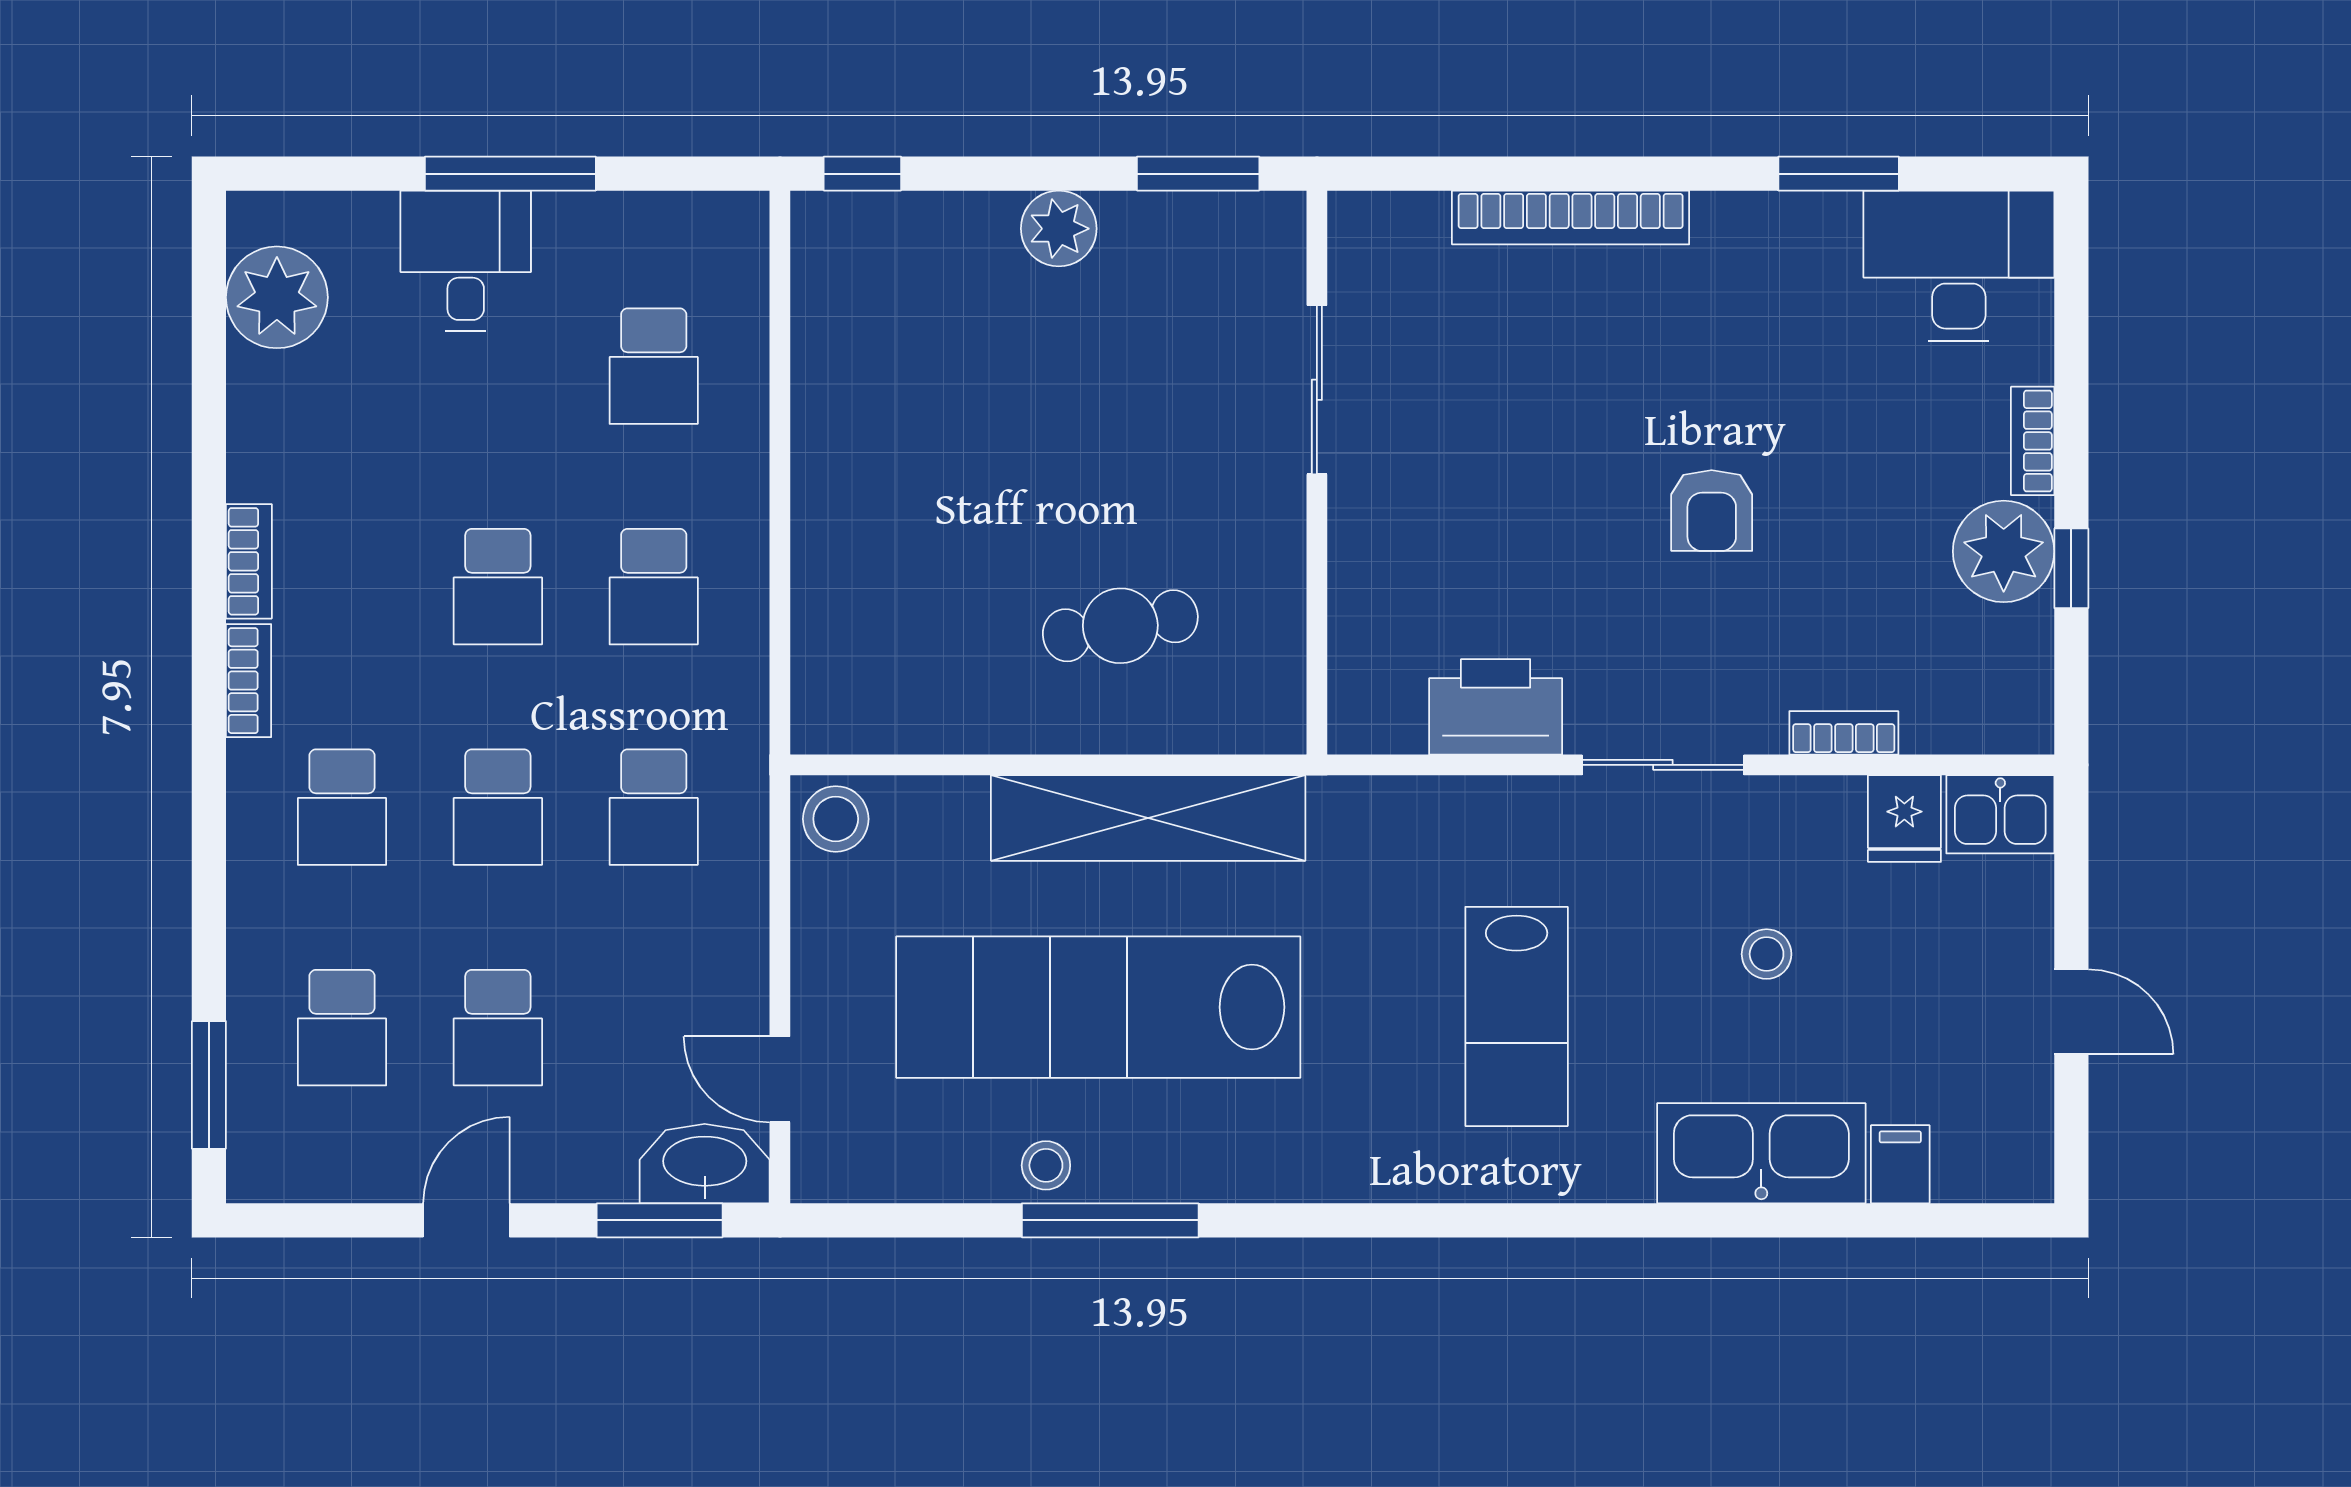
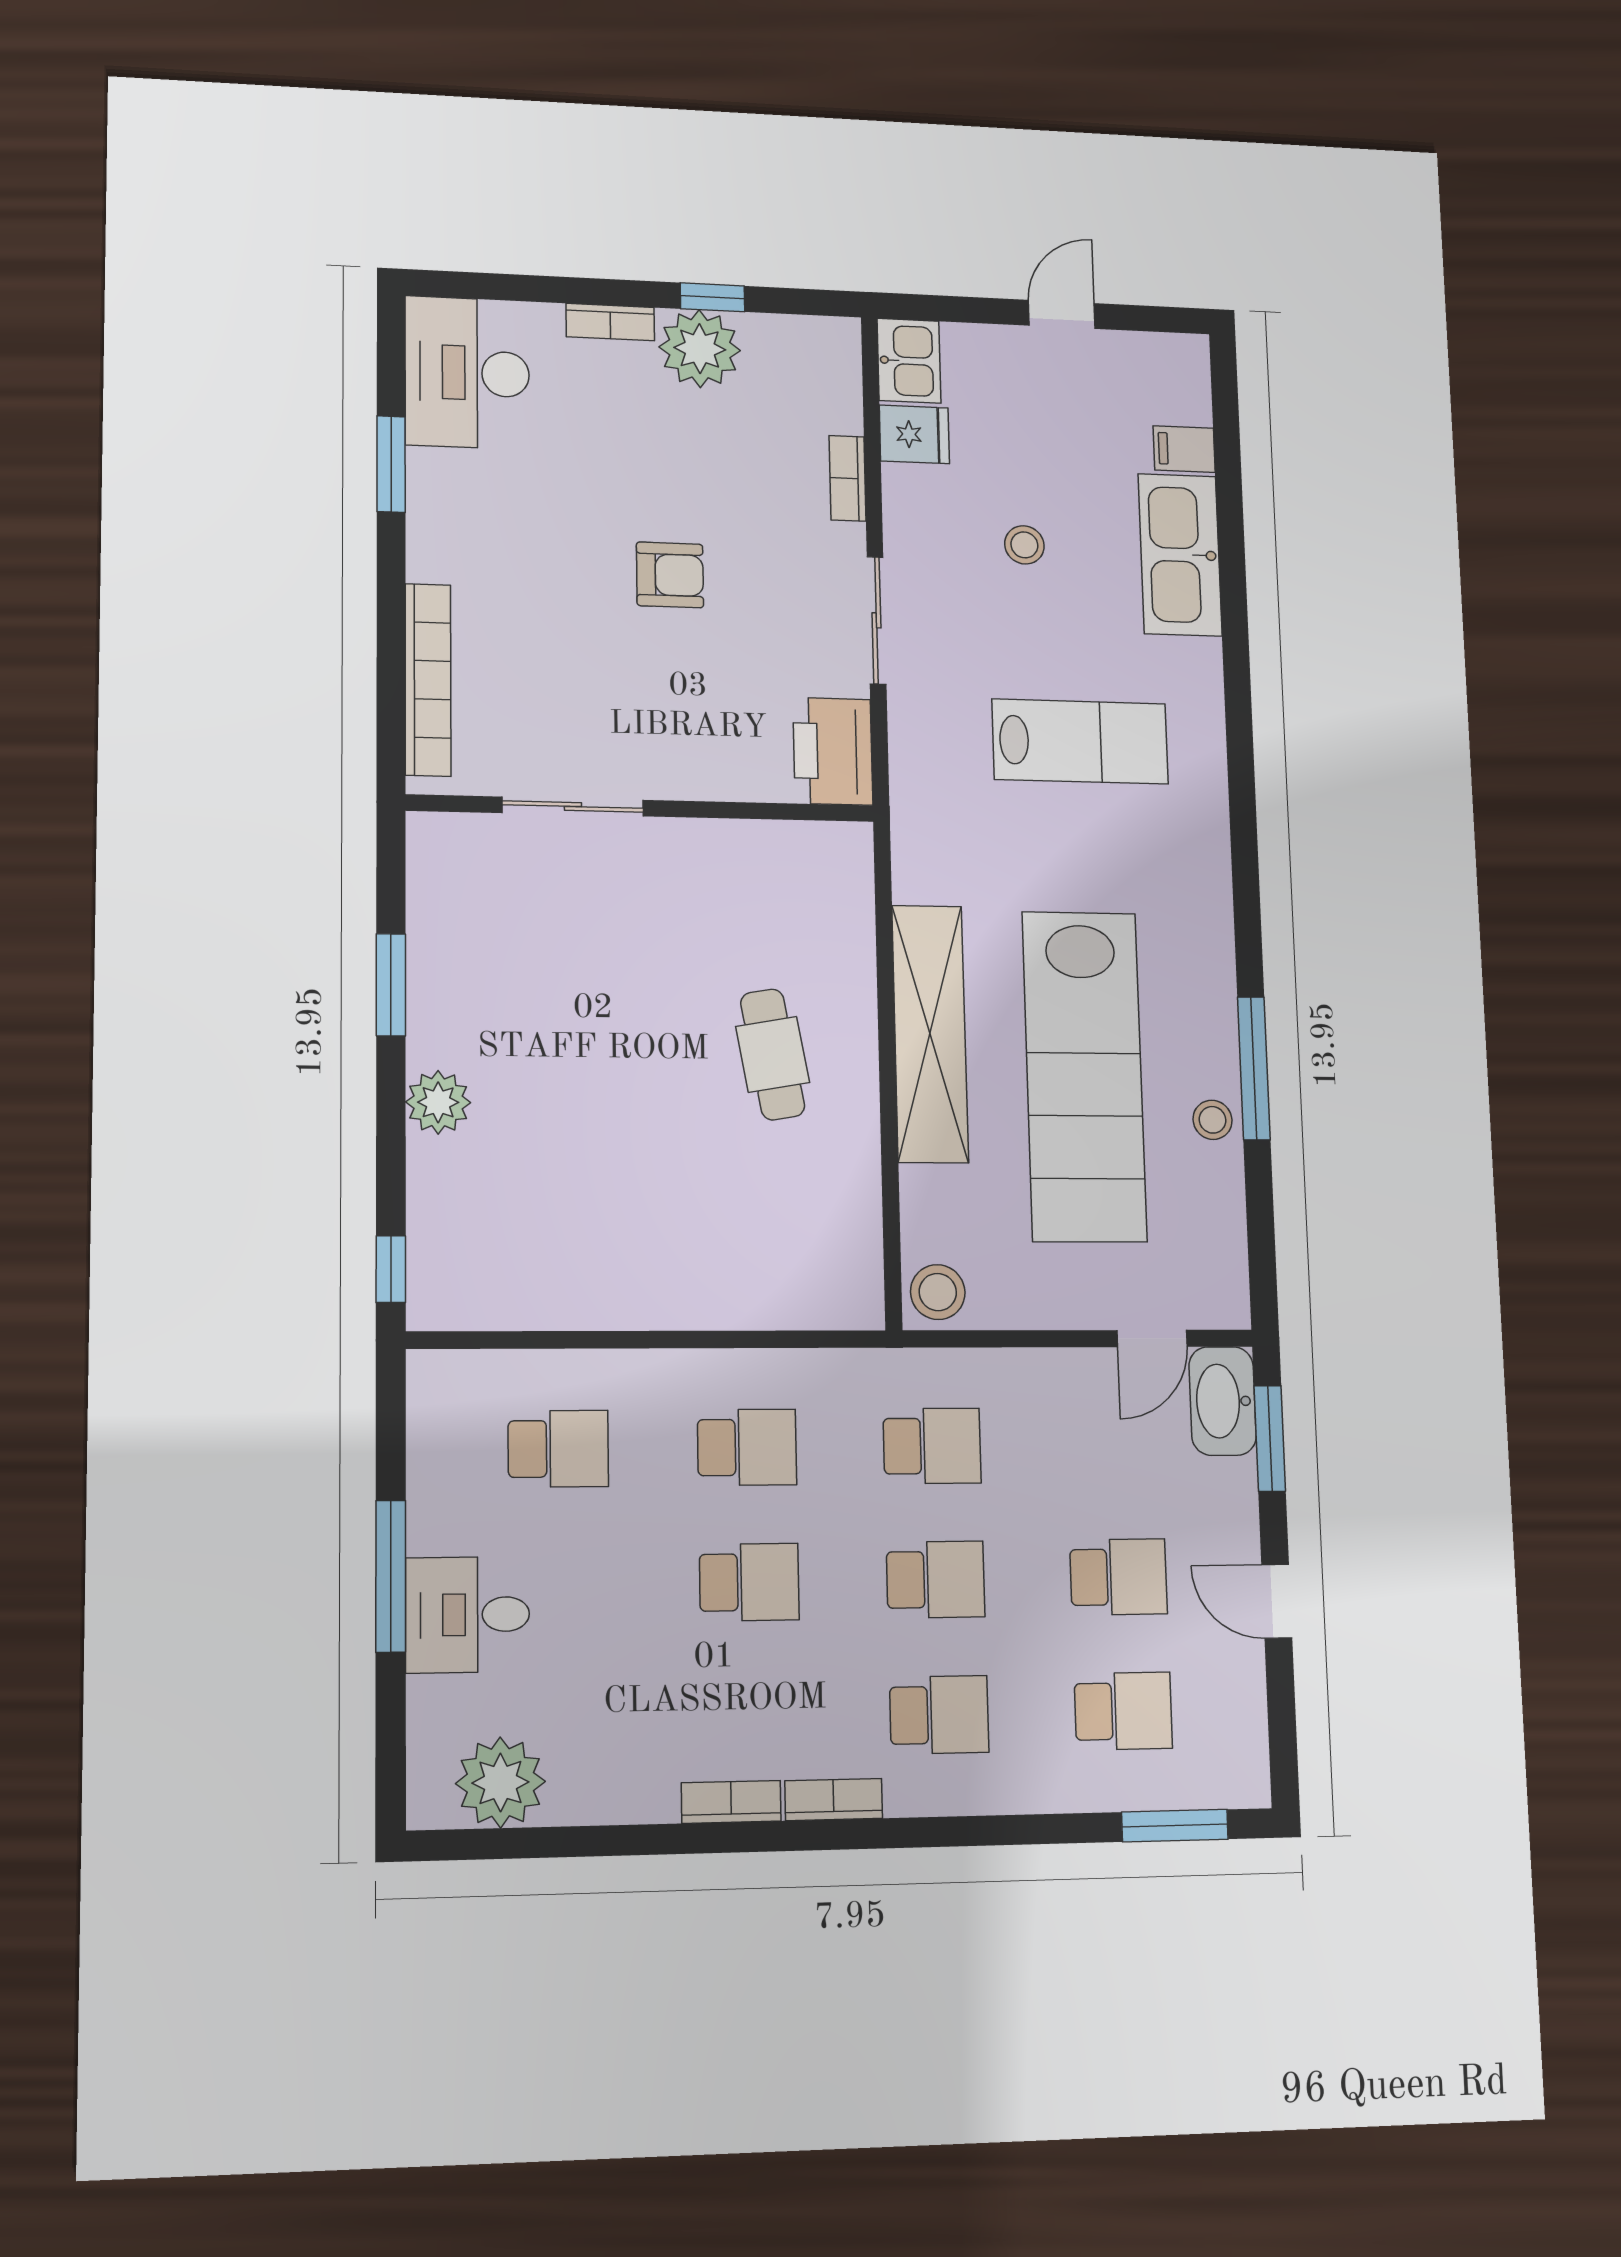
sliding door: (1317, 390) -> (573, 807), moved
wall: (1317, 473) -> (642, 808), moved

